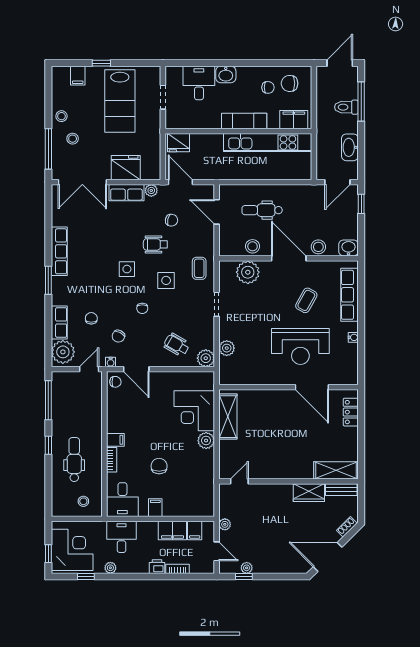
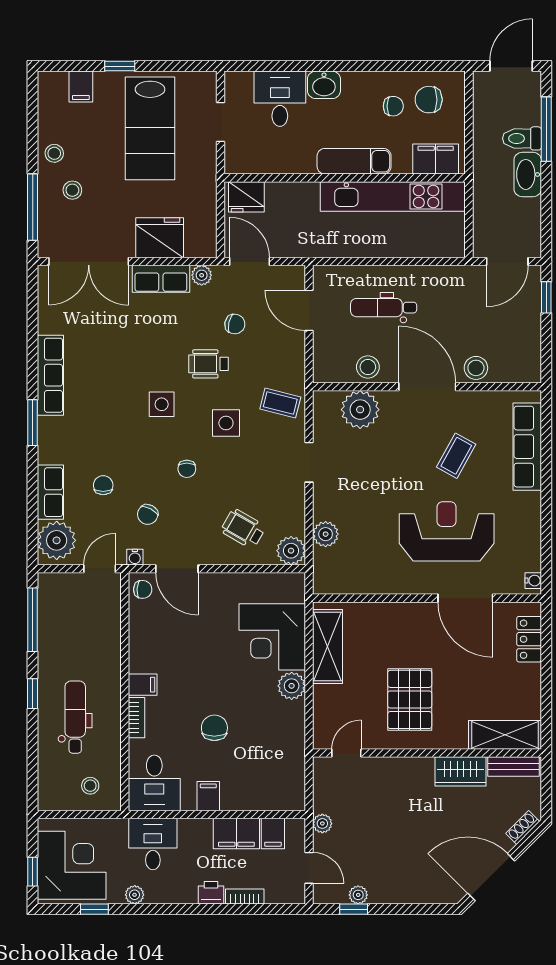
washbasin: (350, 147) -> (528, 174), moved
washbasin: (349, 248) -> (525, 370), removed
coffee table: (199, 268) -> (280, 403), turned -76
water cooler: (353, 337) -> (533, 581), moved
reception desk: (300, 346) -> (447, 531), turned 180
pallet: (278, 449) -> (410, 699), added

